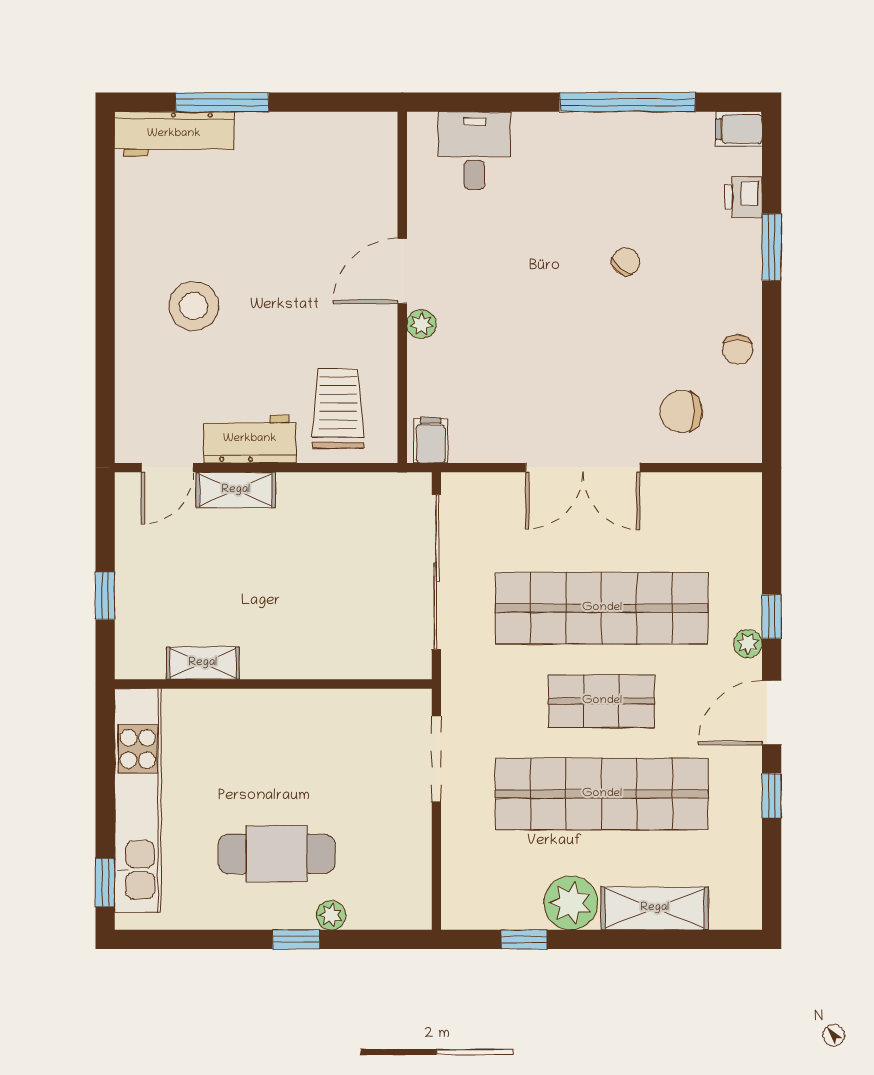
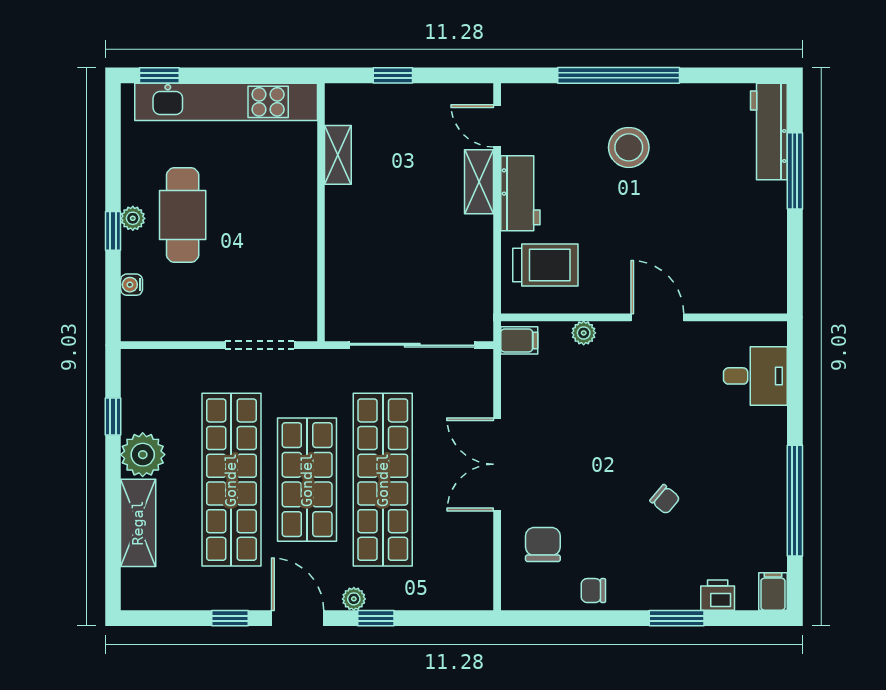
window: (105, 318) -> (619, 75), added
plant: (421, 324) -> (584, 333), moved
shop shelf: (602, 701) -> (307, 480), width x1.43, depth x1.36
plant: (331, 915) -> (133, 218), moved
water cooler: (362, 917) -> (132, 285), added

